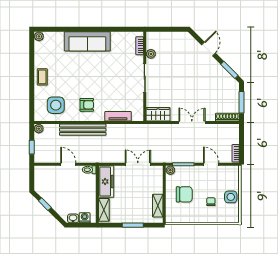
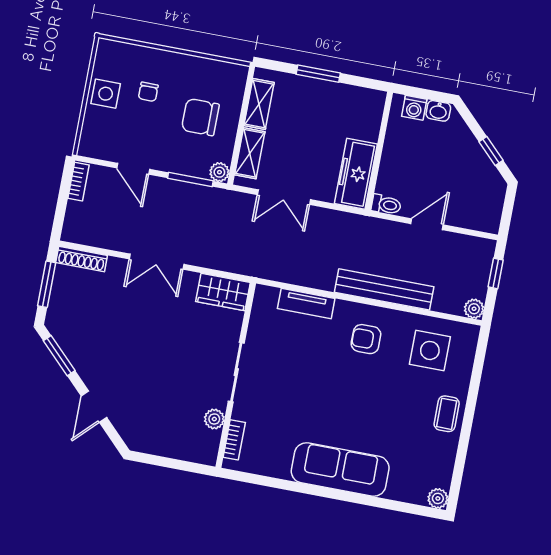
door: (68, 164) -> (427, 224), swing flipped
shelving: (104, 210) -> (250, 153), moved

